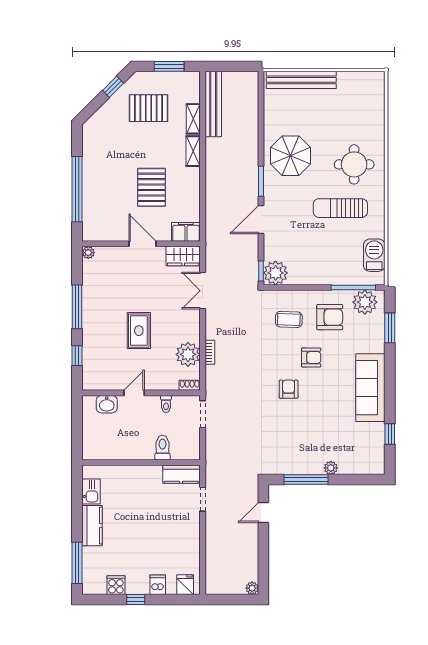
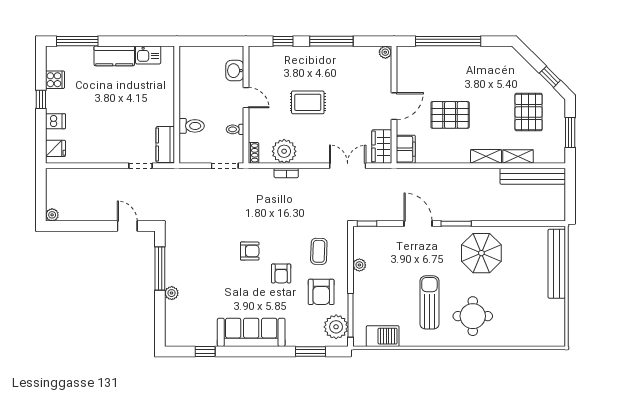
plant: (276, 273) -> (359, 265), moved, width x0.53, depth x0.53

